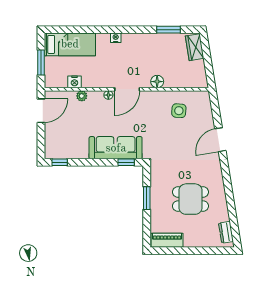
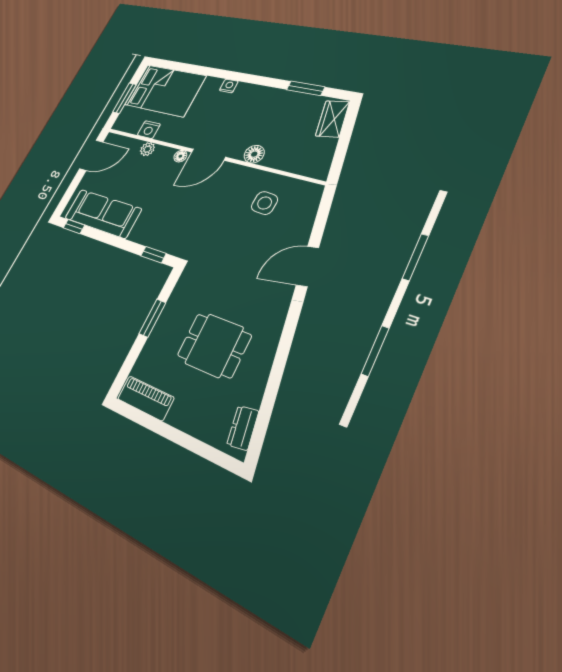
bed: (70, 44) -> (165, 90), width x1.50
sofa: (116, 148) -> (103, 214), moved

